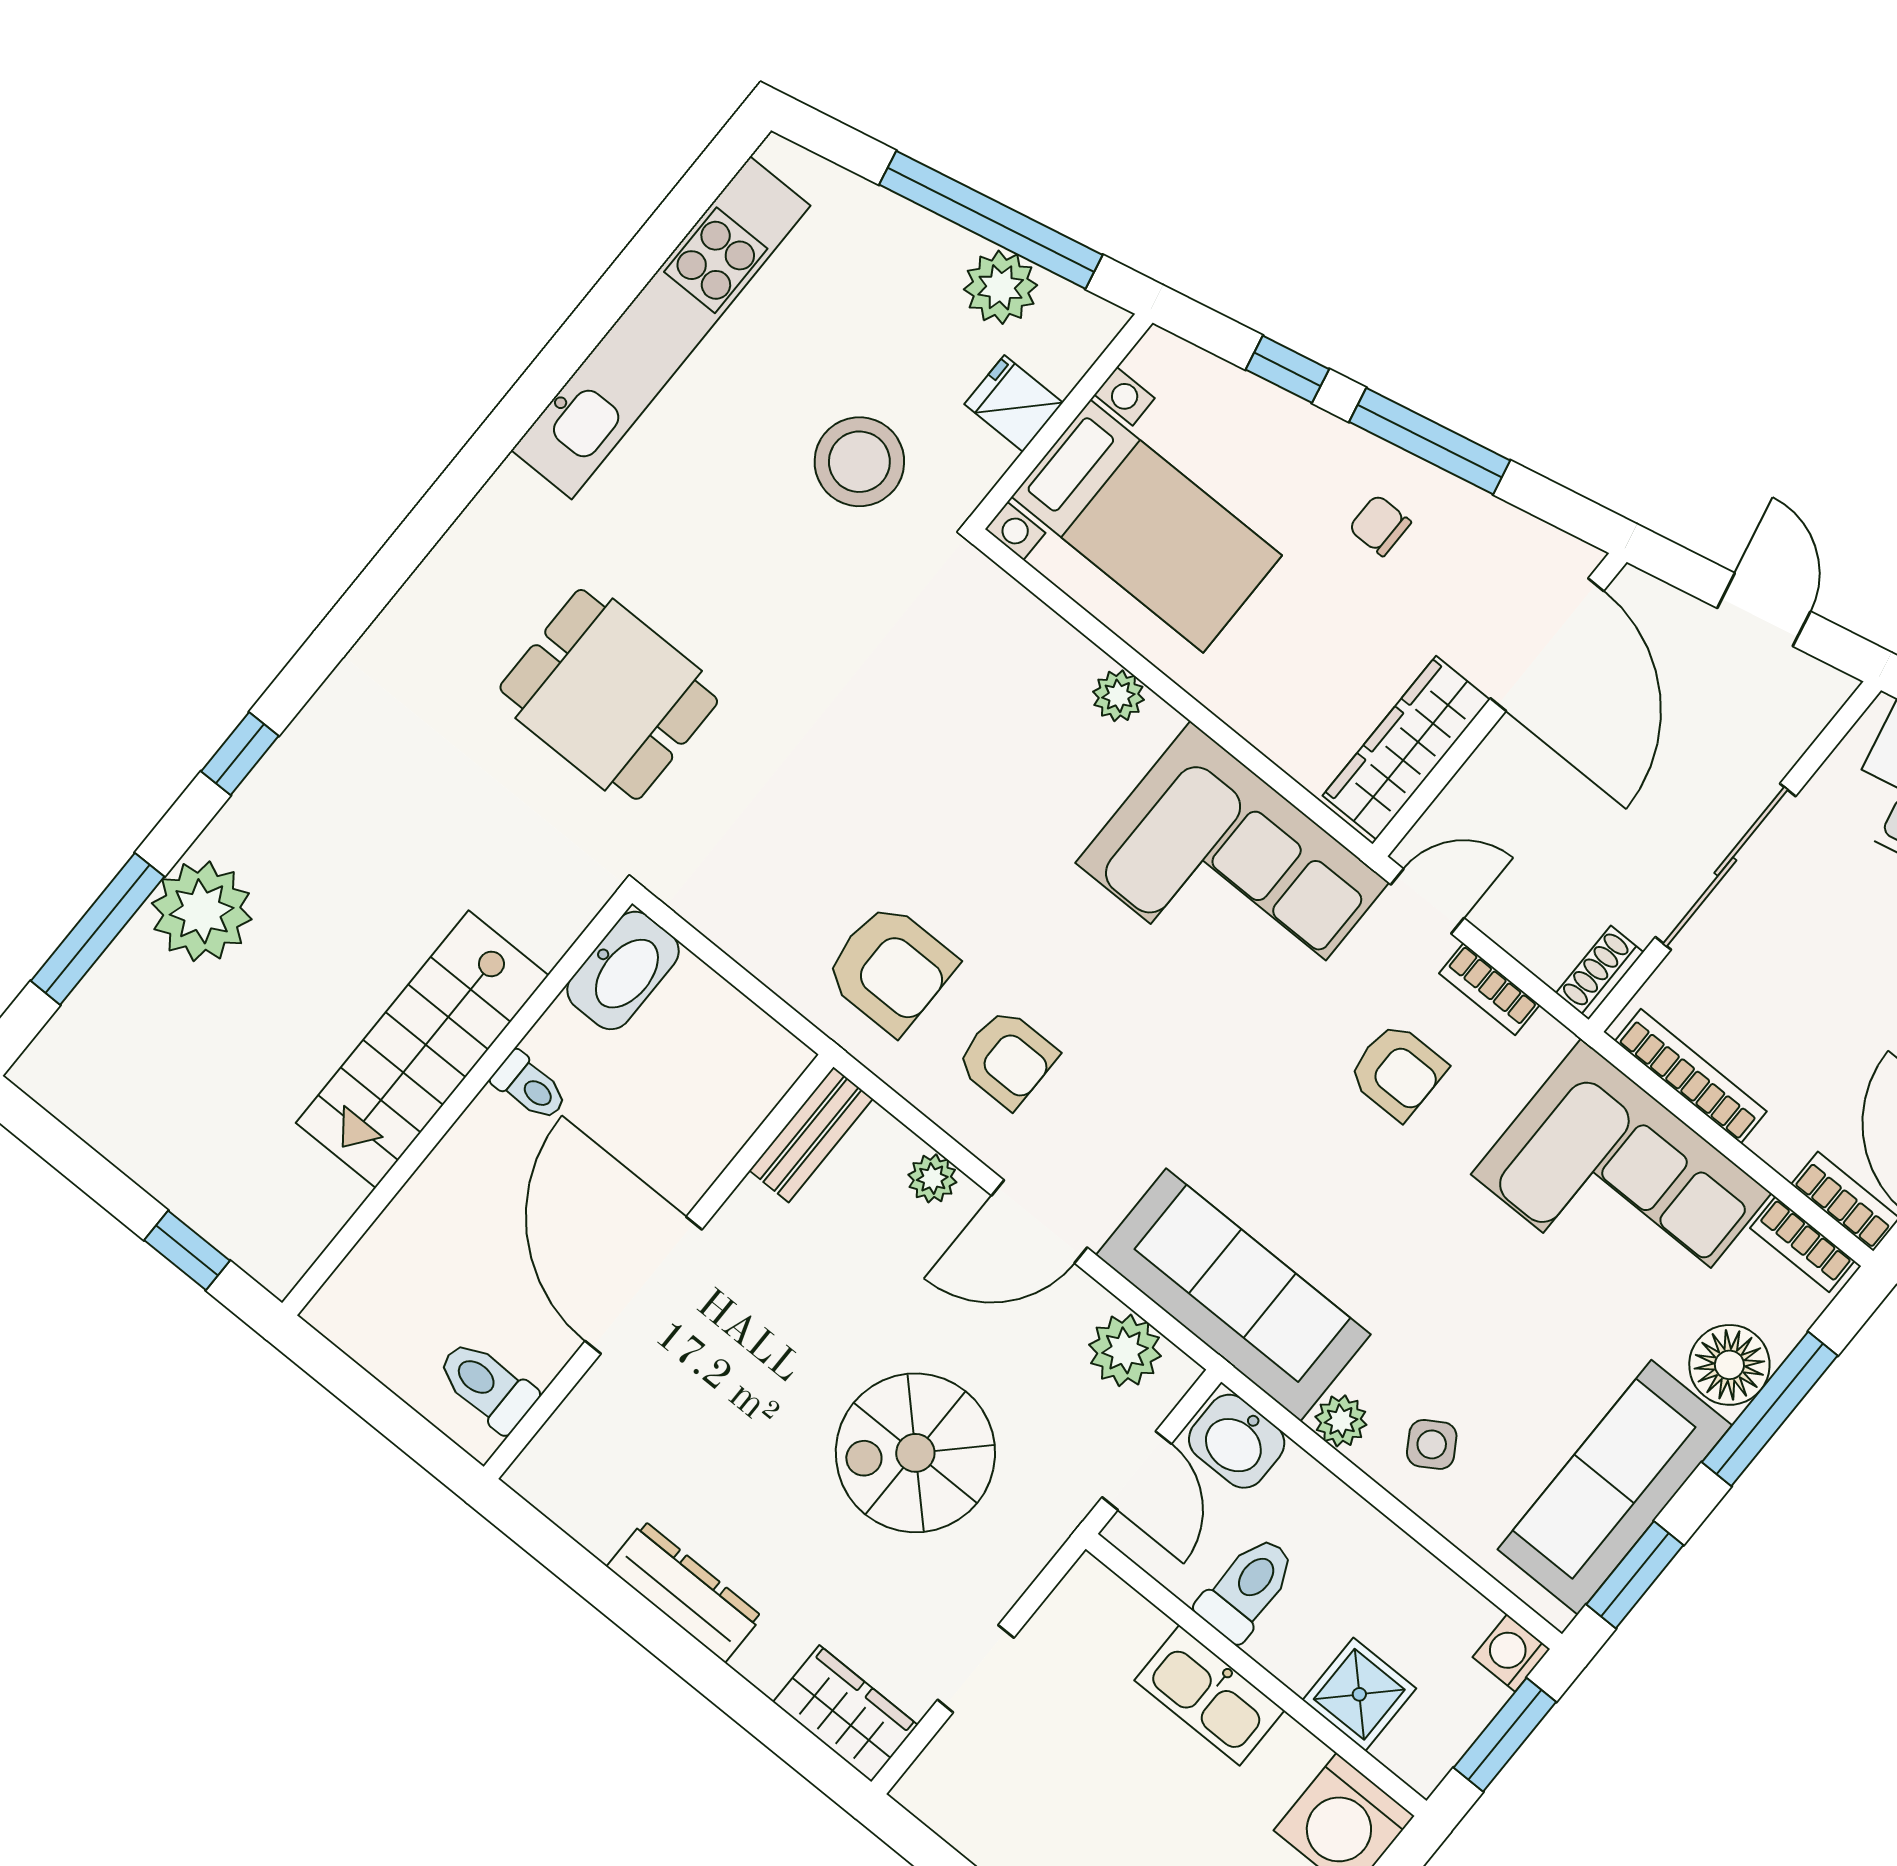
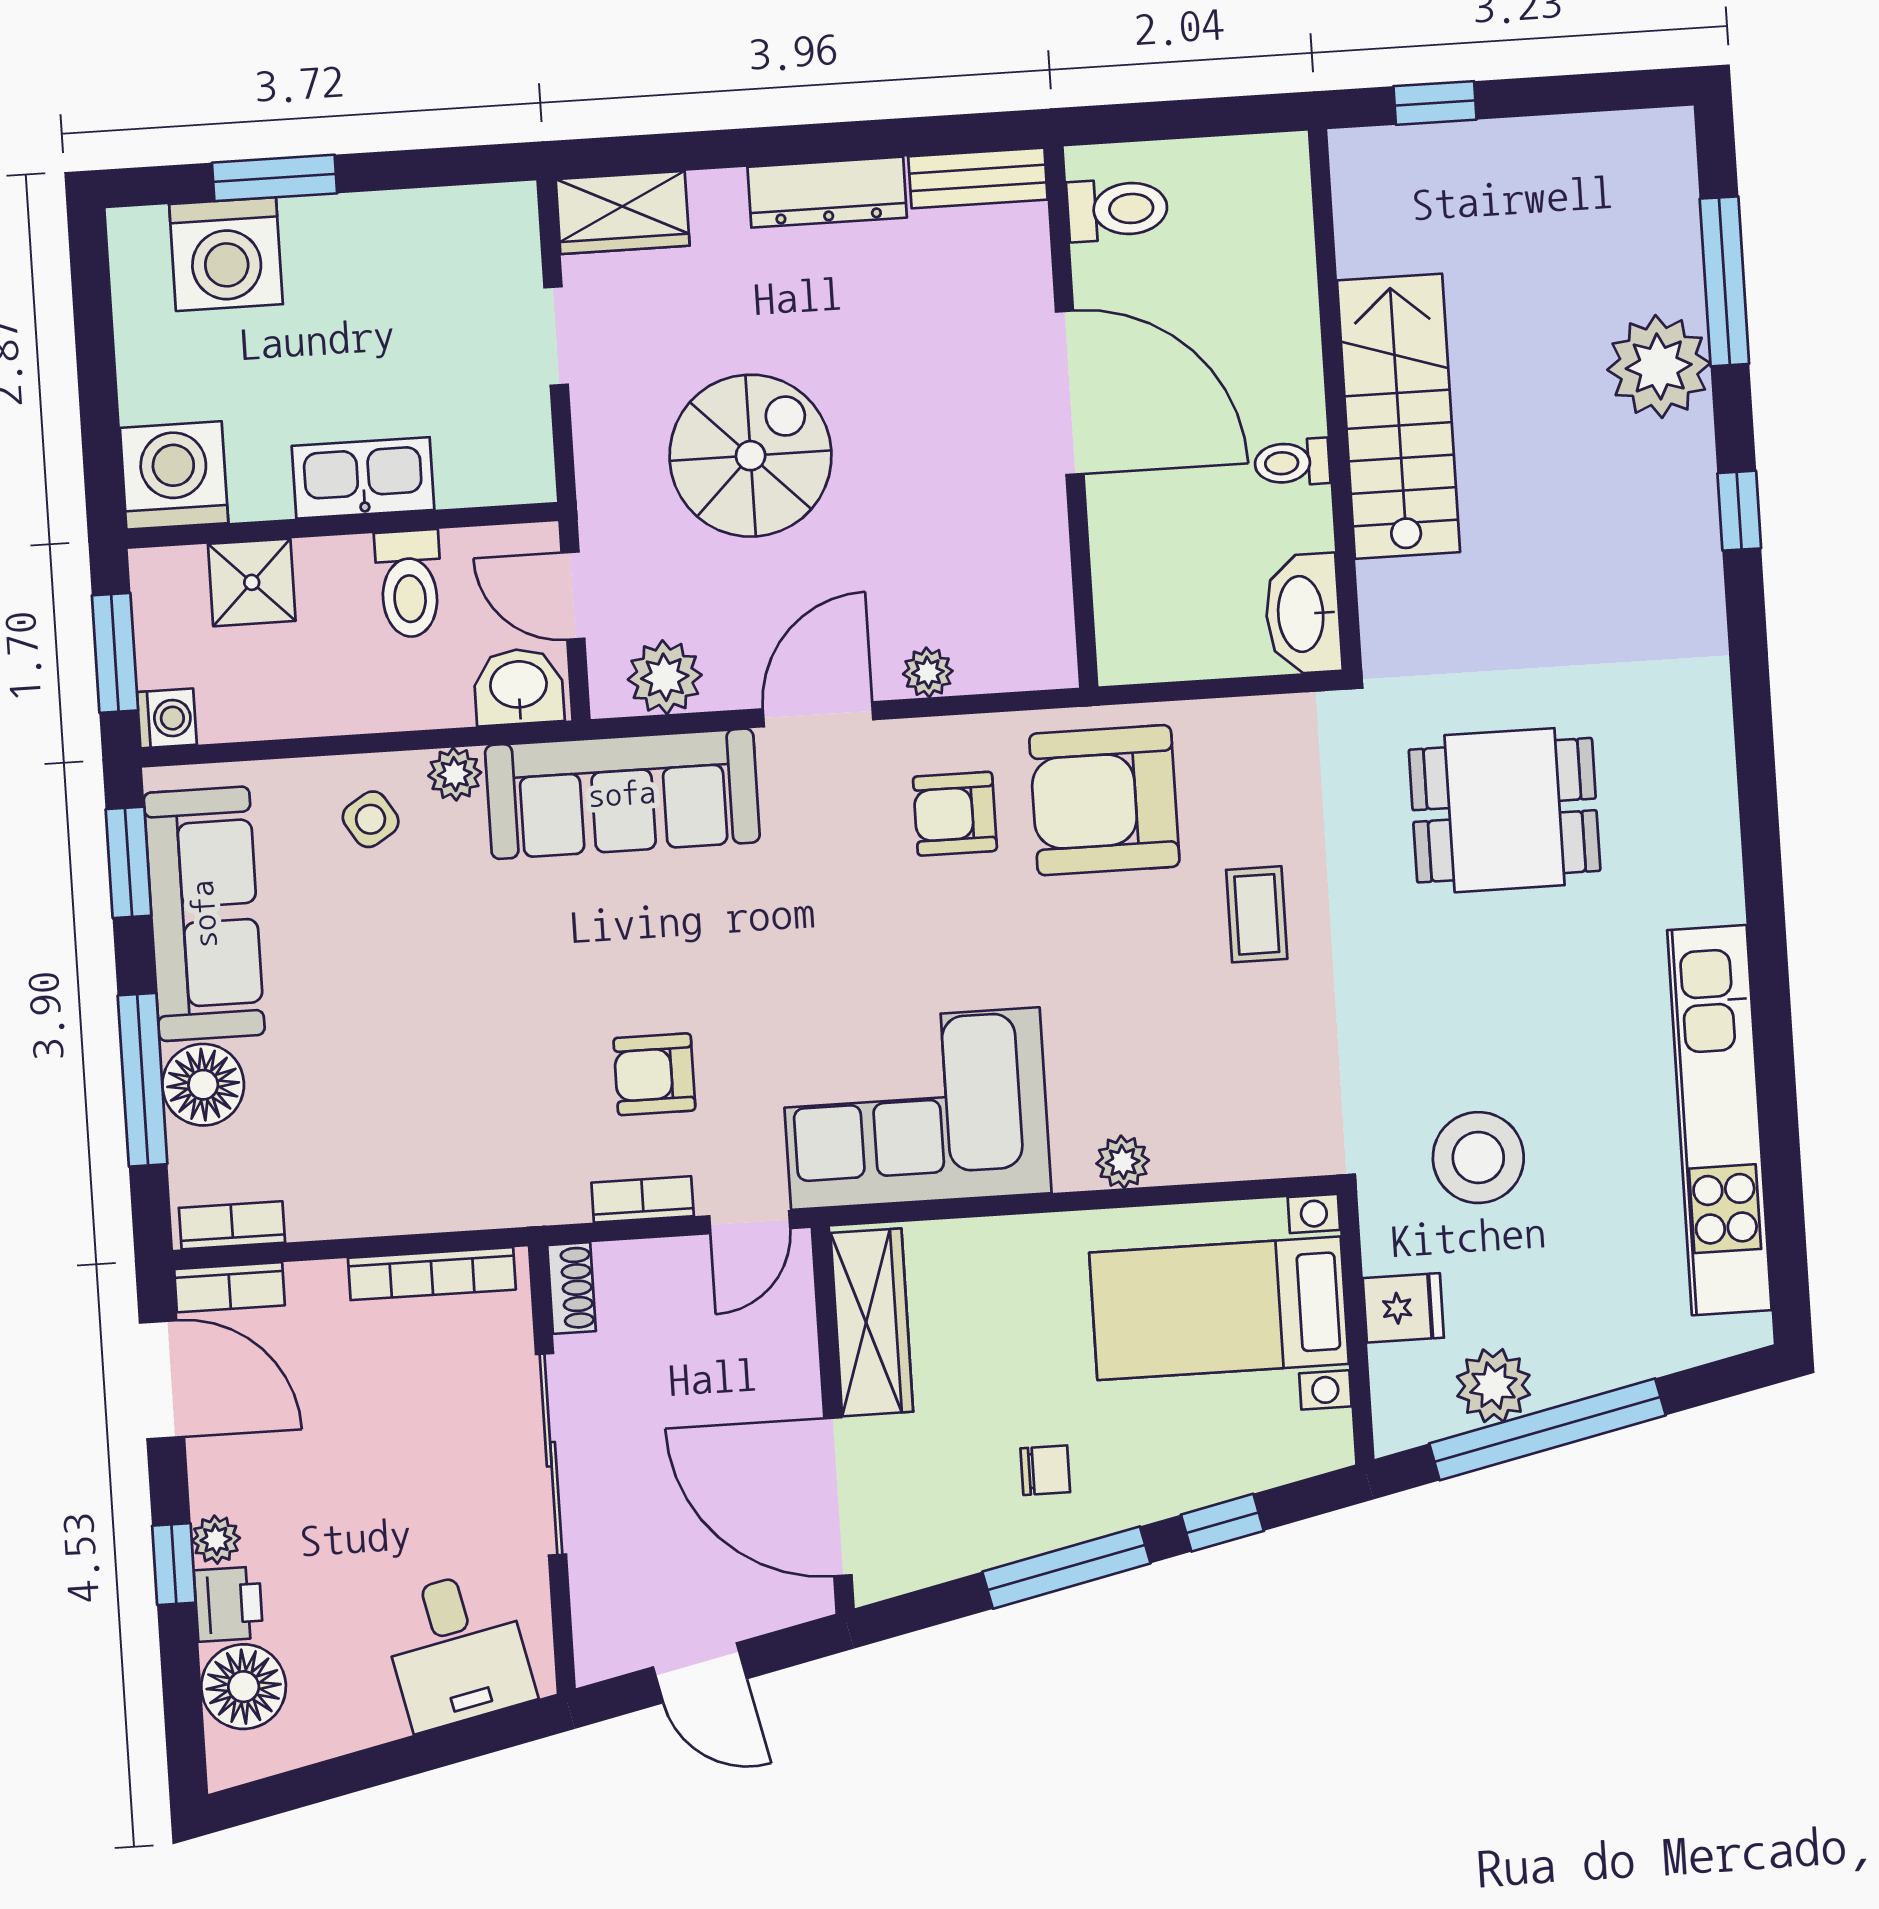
coffee table: (857, 785) -> (1257, 914), added
armchair: (890, 969) -> (1104, 800), width x1.36, depth x1.36
bench: (811, 1135) -> (978, 178), moved, turned 90
corner sofa: (1621, 1184) -> (409, 1145), removed

